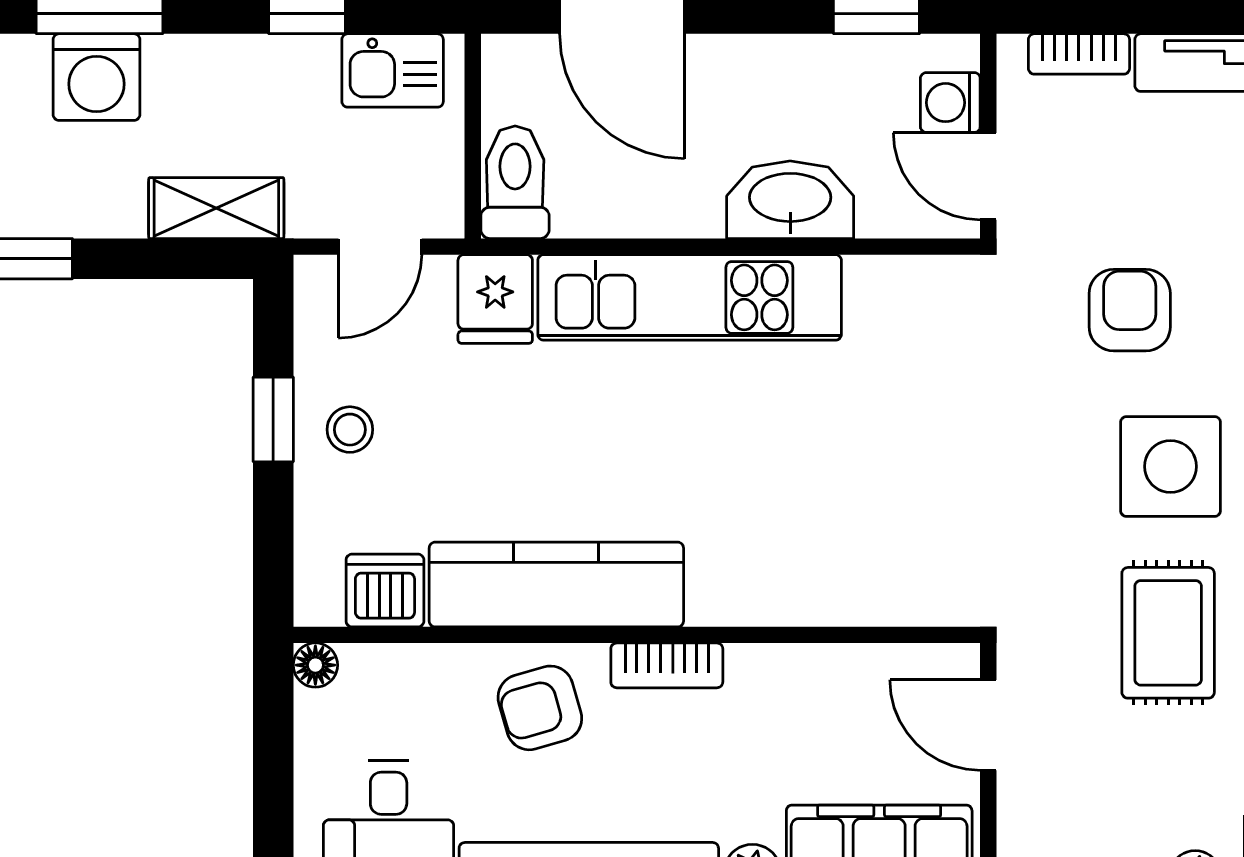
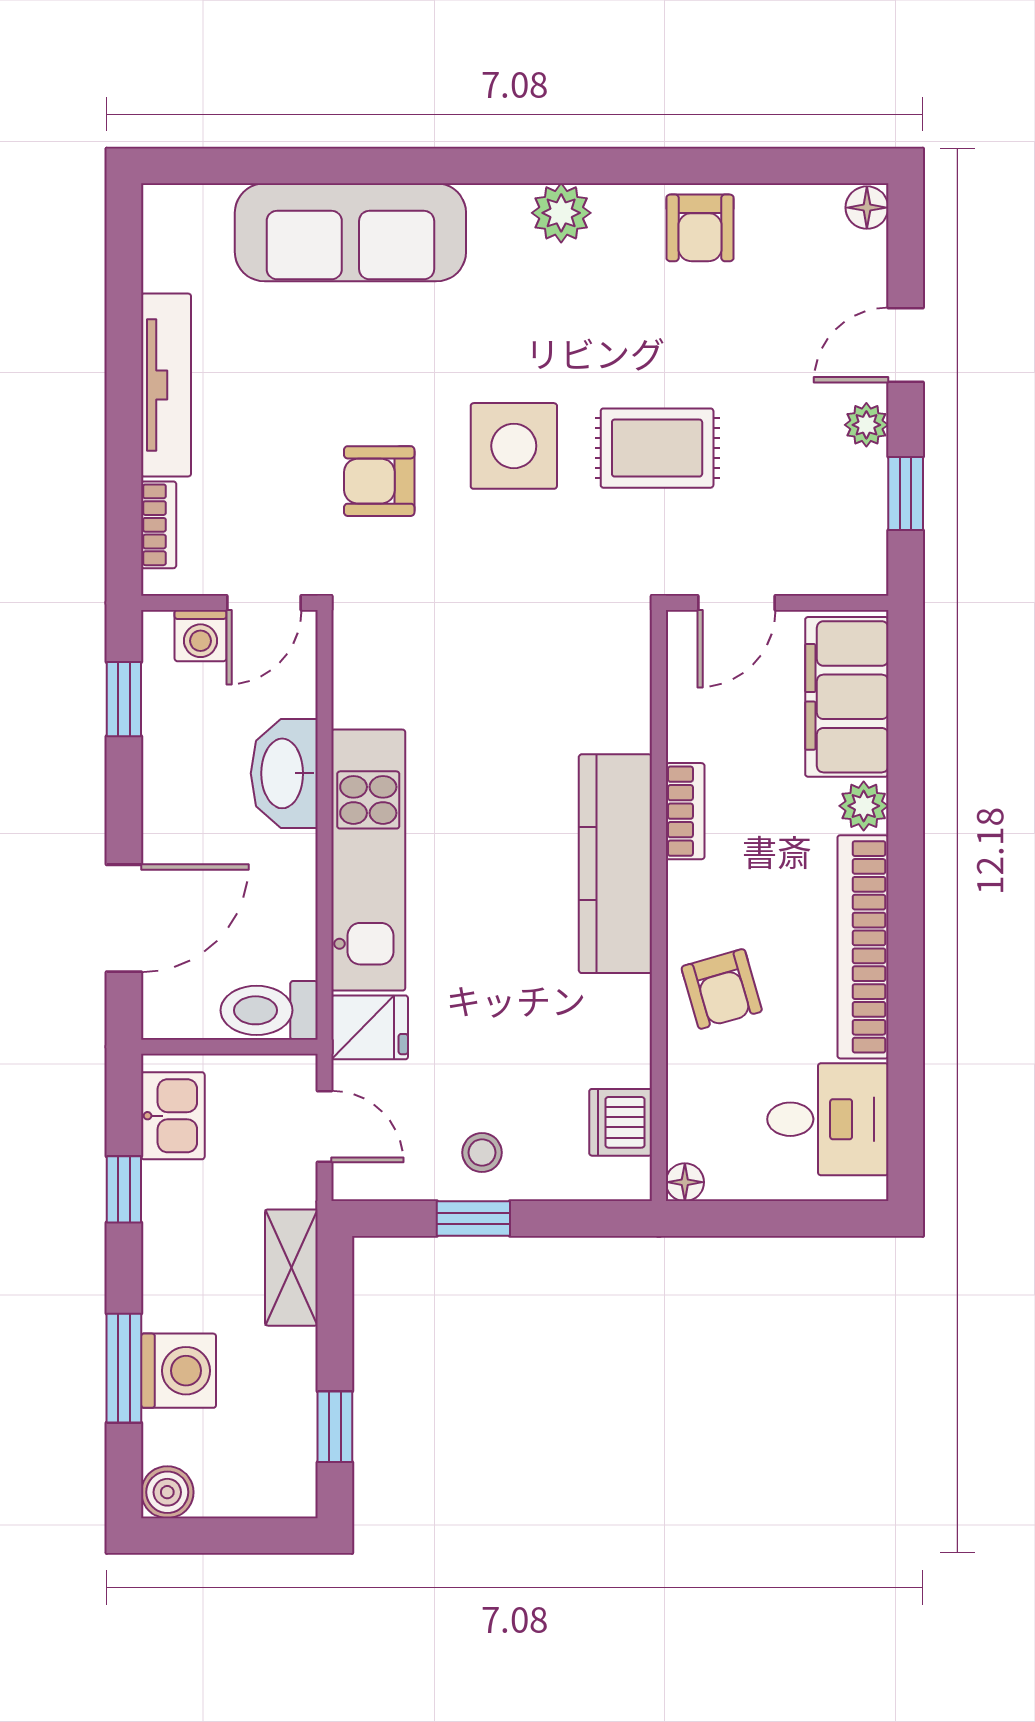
kitchen counter: (556, 585) -> (615, 864), moved
bookcase: (667, 665) -> (685, 811), moved

